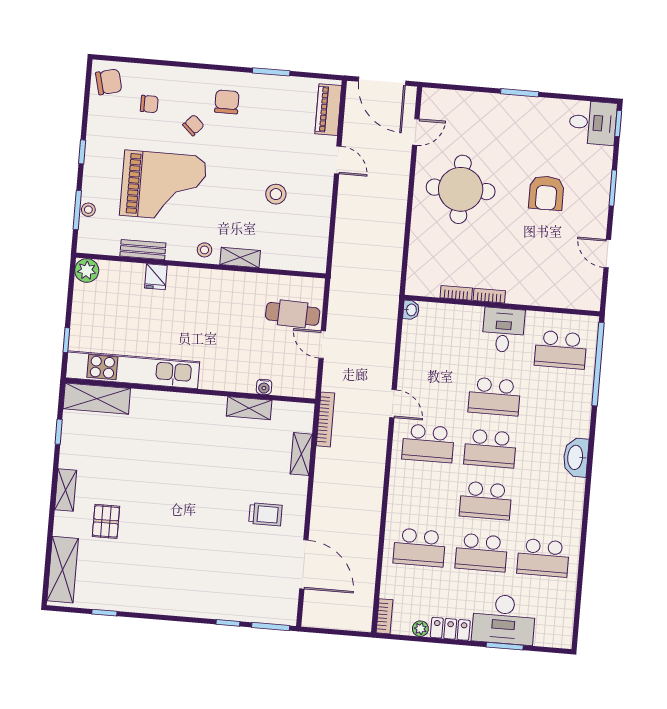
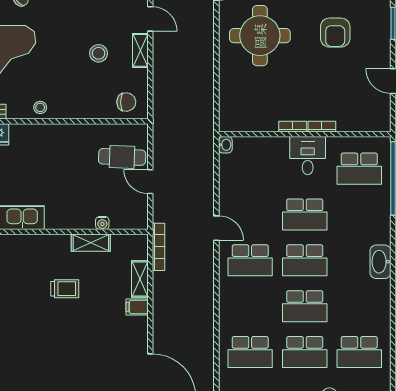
chair: (303, 252) -> (126, 102), added
shelving: (240, 258) -> (140, 50), moved, turned 90
bookcase: (456, 293) -> (322, 127), moved
filing cabinet: (295, 485) -> (137, 307), added
trolley: (265, 514) -> (65, 289), moved

